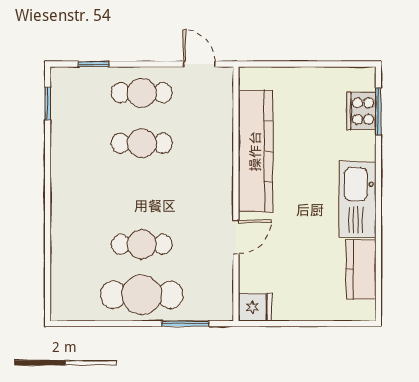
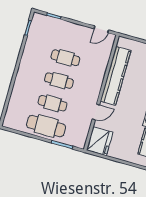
door: (199, 64) -> (101, 29), swing flipped
cafe table: (142, 93) -> (59, 81), moved
fridge: (255, 307) -> (100, 141), width x1.88, depth x1.34

